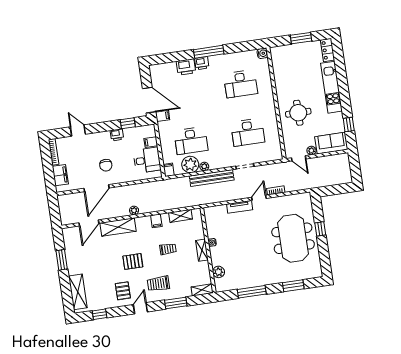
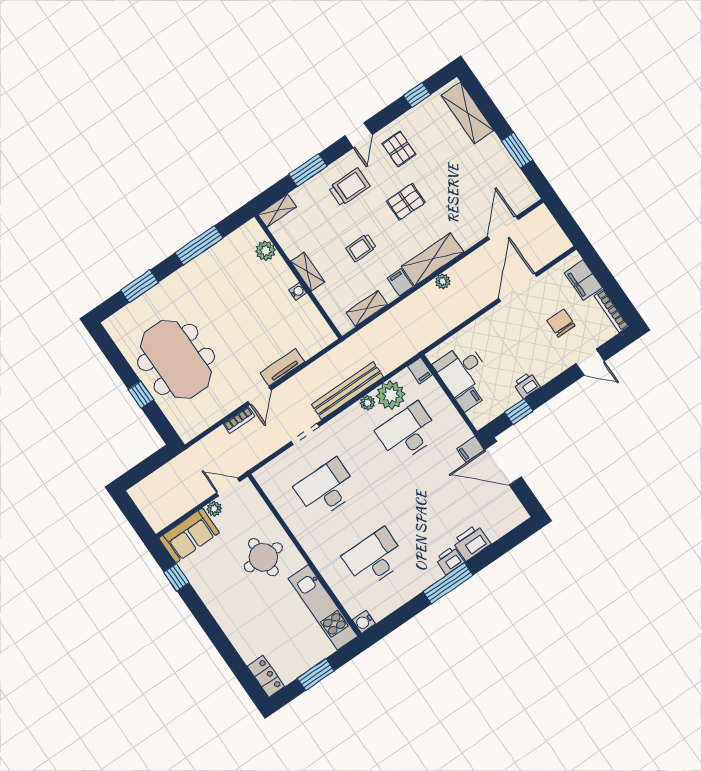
kitchen unit: (331, 87) -> (323, 607), moved, turned 180
chair: (106, 165) -> (561, 323), moved
shelving: (118, 227) -> (433, 259), moved

